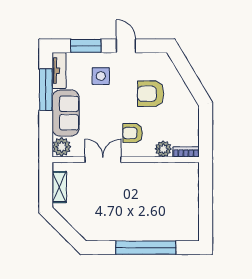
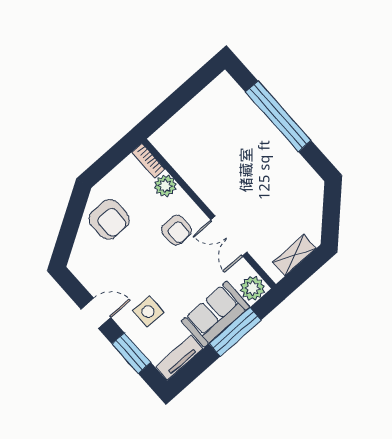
door: (126, 46) -> (96, 313), swing flipped
window: (46, 90) -> (235, 332), moved
armchair: (151, 94) -> (109, 219), moved

